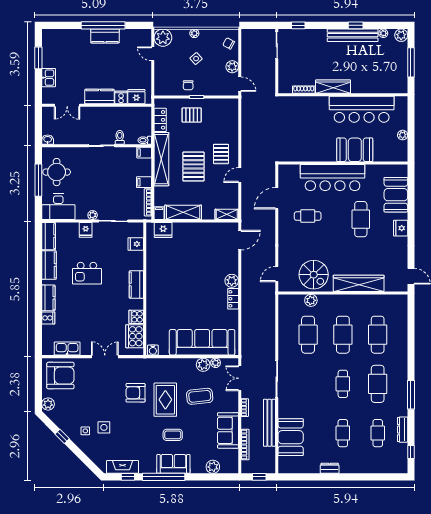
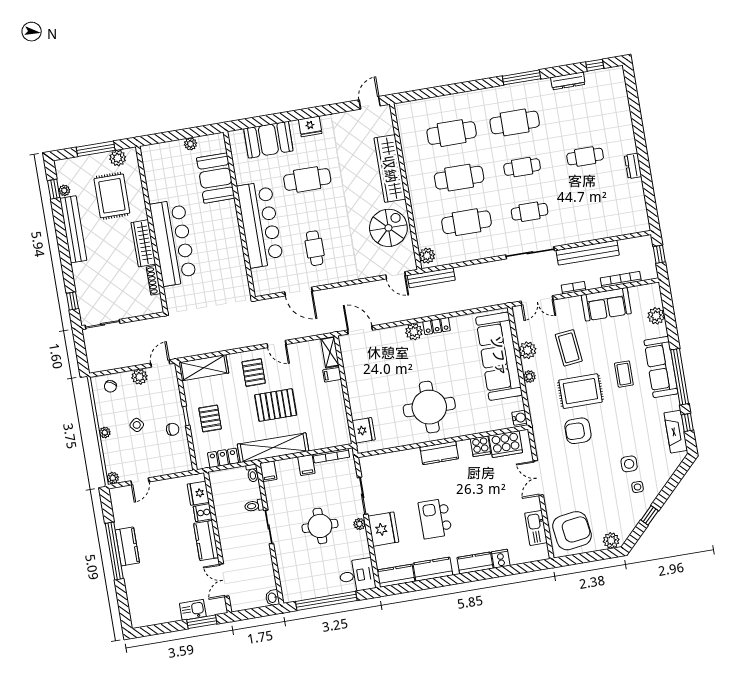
window: (356, 25) -> (54, 189), moved
plant: (401, 35) -> (118, 158), moved
plant: (163, 38) -> (113, 478), width x0.53, depth x0.53
window: (38, 58) -> (202, 622), moved
rug: (373, 69) -> (112, 196), added
double door: (67, 105) -> (224, 580), swing flipped
bar counter: (362, 109) -> (173, 243), moved
booth: (355, 150) -> (216, 178), moved
pallet: (221, 154) -> (254, 372), turned 90
round table: (57, 172) -> (320, 526), moved
window: (38, 180) -> (326, 601), width x1.46
desk: (58, 207) -> (357, 575), width x0.73
shelving: (183, 212) -> (204, 368), moved, turned 90
filing cabinet: (159, 213) -> (332, 375), moved
fridge: (86, 230) -> (383, 529), width x1.88, depth x1.34
fridge: (136, 244) -> (387, 463), removed
kitchen island: (87, 273) -> (435, 519), turned 180
round table: (172, 283) -> (429, 407), added
plant: (311, 300) -> (427, 256), moved
bench: (270, 301) -> (431, 278), added
plant: (216, 363) -> (529, 377), moved
armchair: (60, 376) -> (572, 531), turned 82
armchair: (136, 393) -> (578, 431), turned 90
cafe table: (378, 433) -> (530, 212), moved
booth: (291, 437) -> (602, 223), removed
sofa: (173, 464) -> (661, 367), width x1.36

